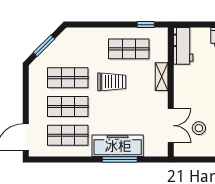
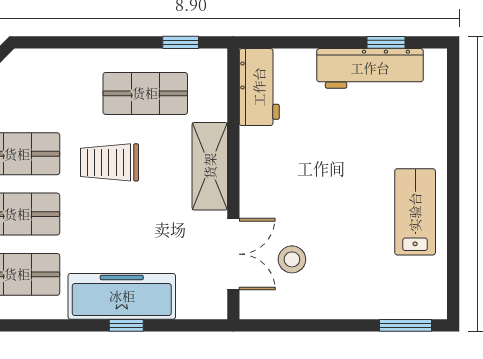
shelving: (162, 77) -> (210, 166), width x1.50, depth x1.33
trolley: (112, 82) -> (109, 162), turned 180
window: (120, 160) -> (126, 325), width x0.46

